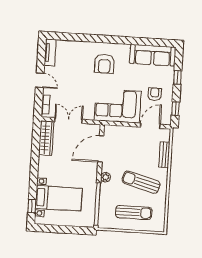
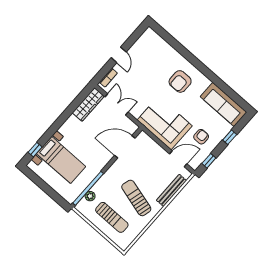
tv unit: (50, 52) -> (144, 39), removed
bench: (164, 155) -> (172, 190), width x1.36
plant: (106, 177) -> (90, 196), moved

